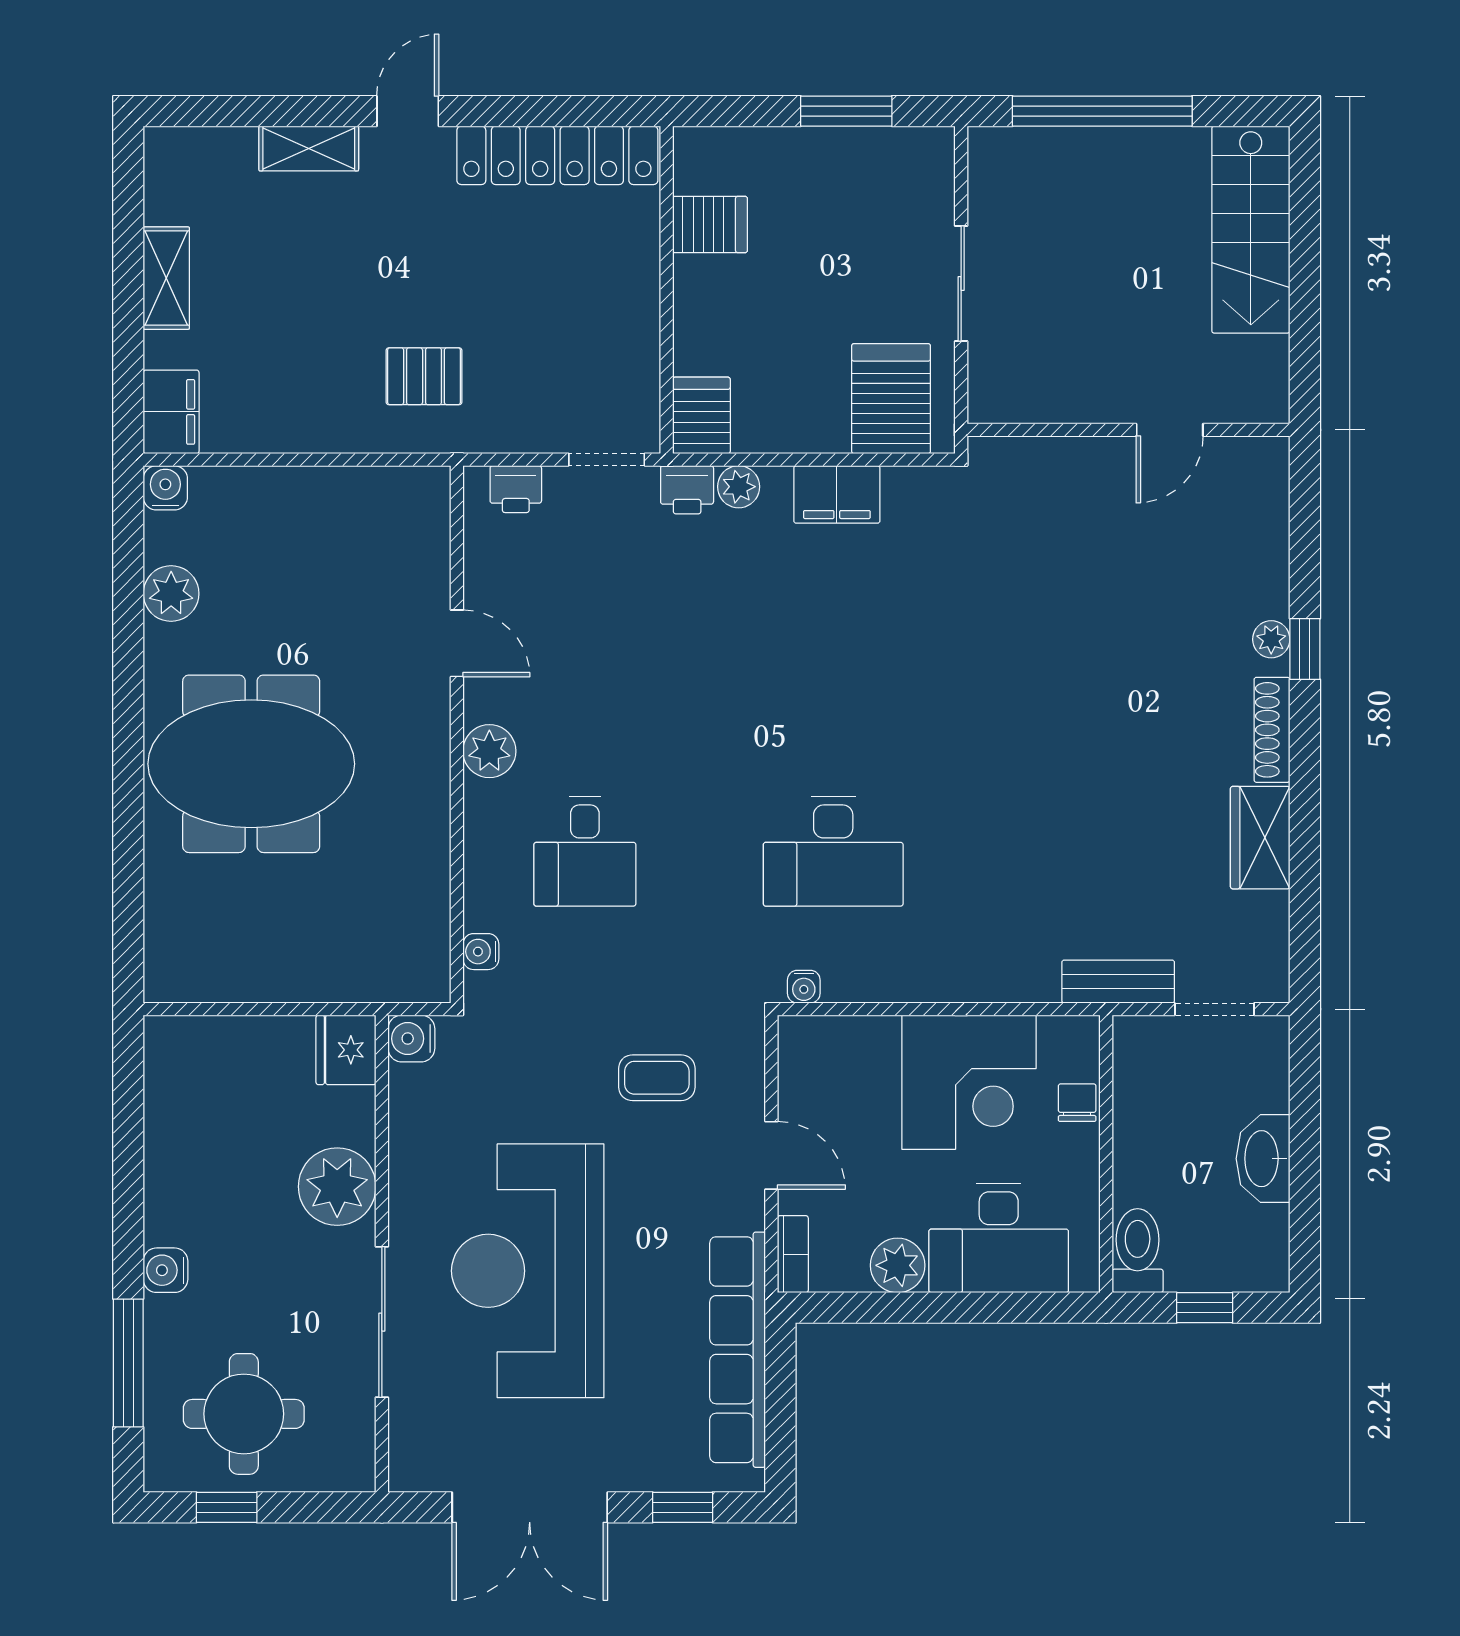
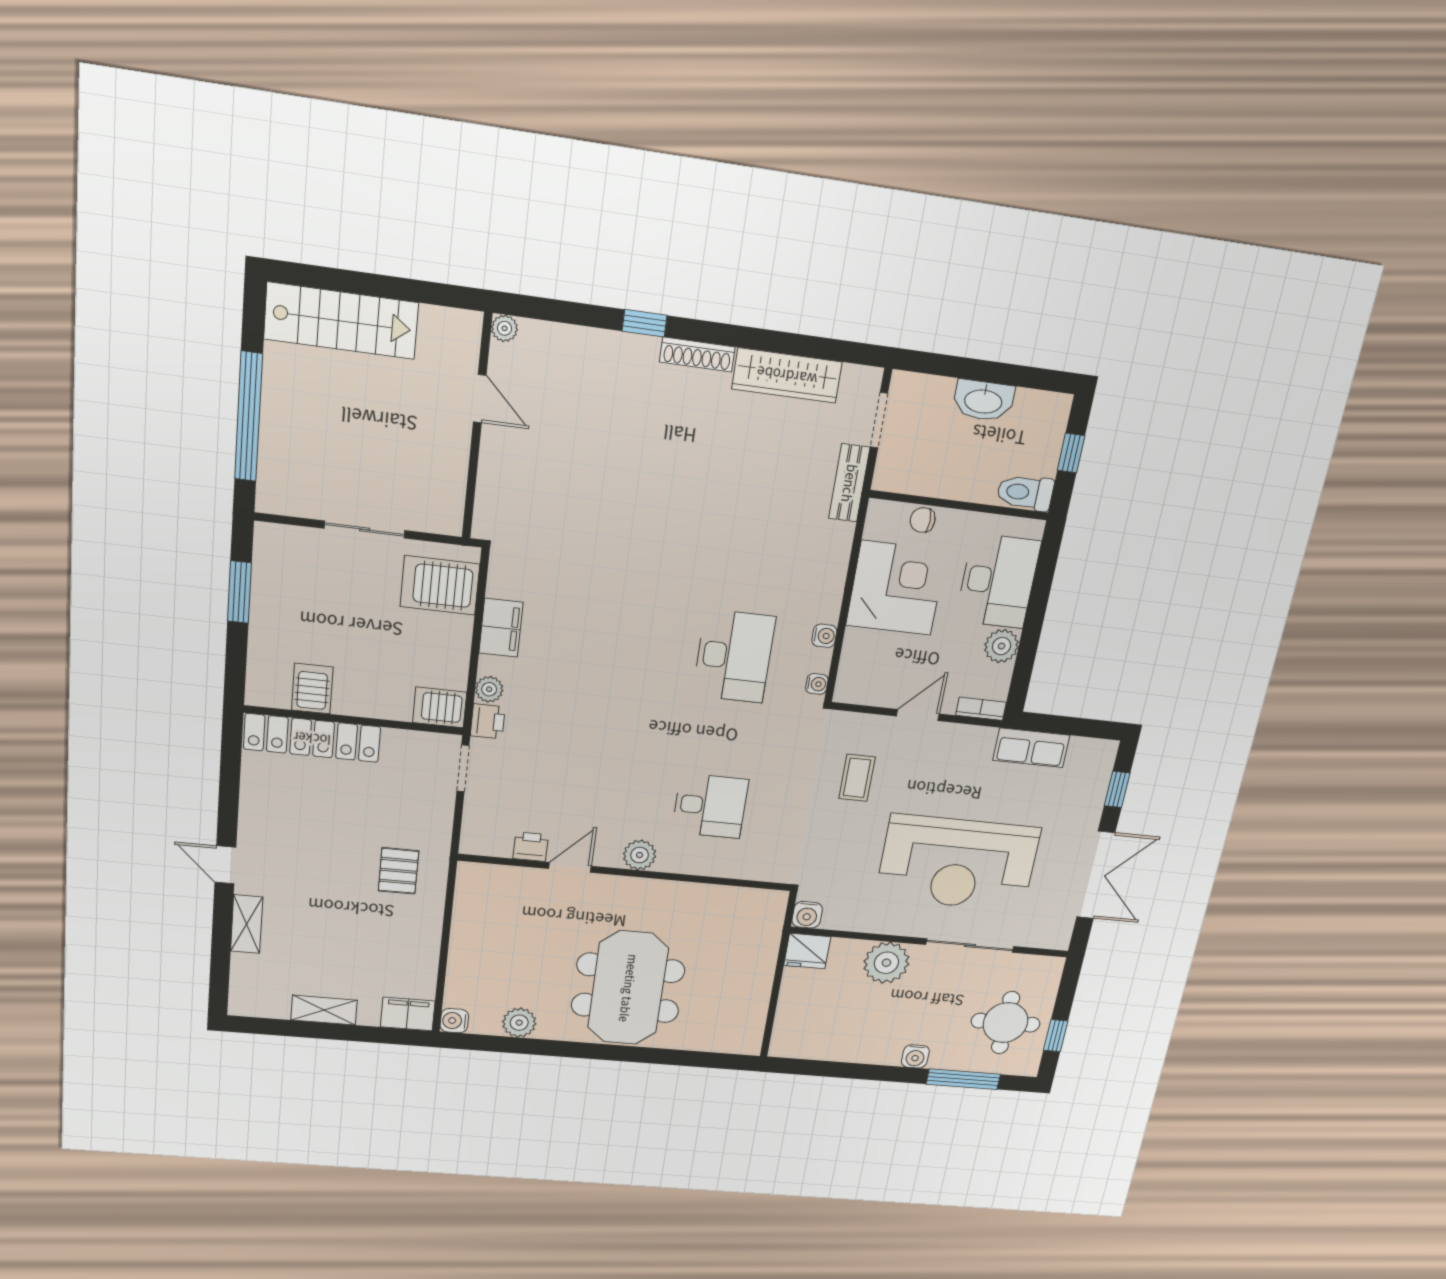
locker: (557, 155) -> (312, 738), moved, turned 90
printer: (516, 489) -> (531, 847), moved, turned -90
plant: (1271, 639) -> (504, 328), moved
wardrobe: (1260, 838) -> (787, 375), width x1.50
water cooler: (481, 952) -> (824, 636), moved, turned -90
row of seats: (738, 1350) -> (1031, 748), width x0.50

